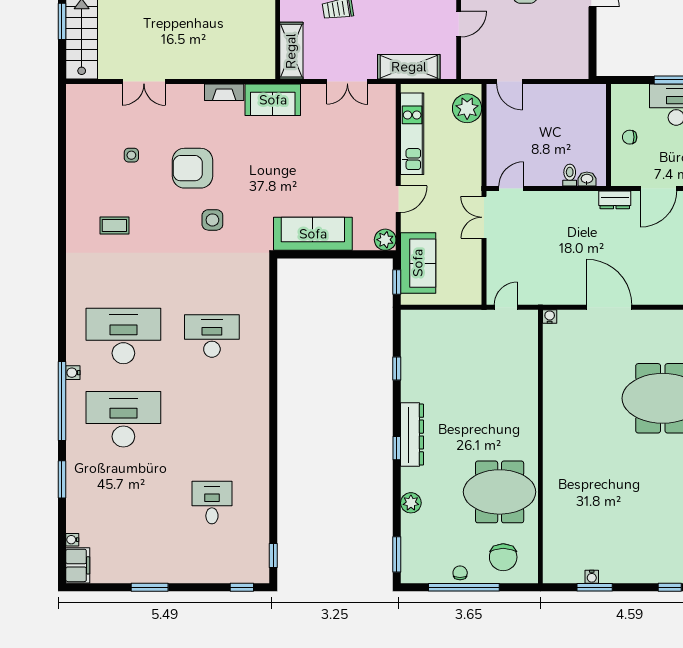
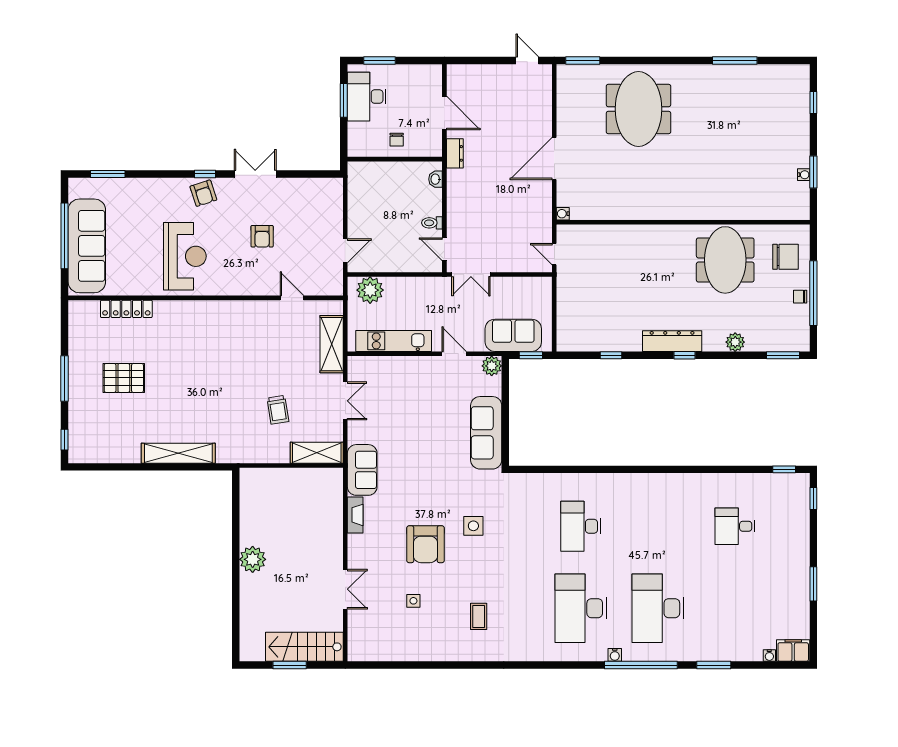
toilet: (570, 175) -> (432, 223), moved

